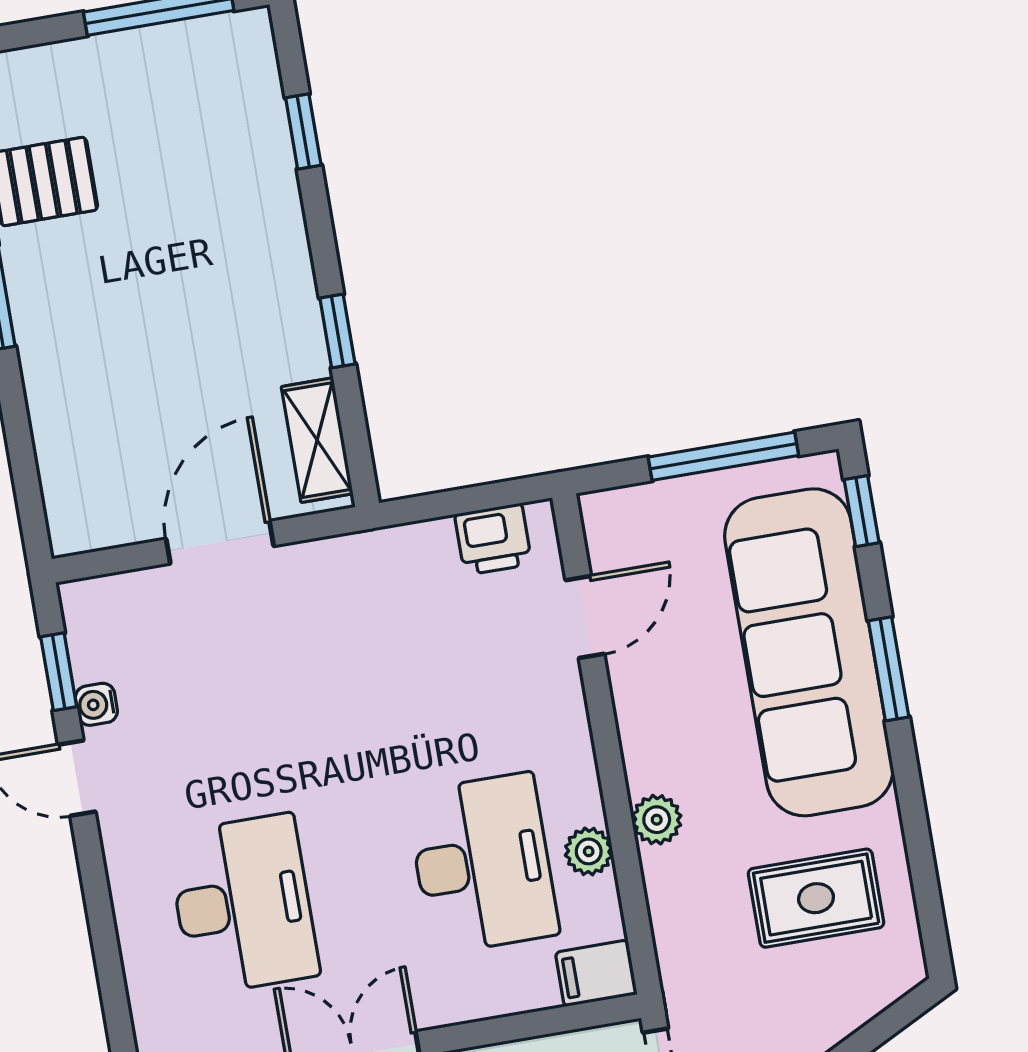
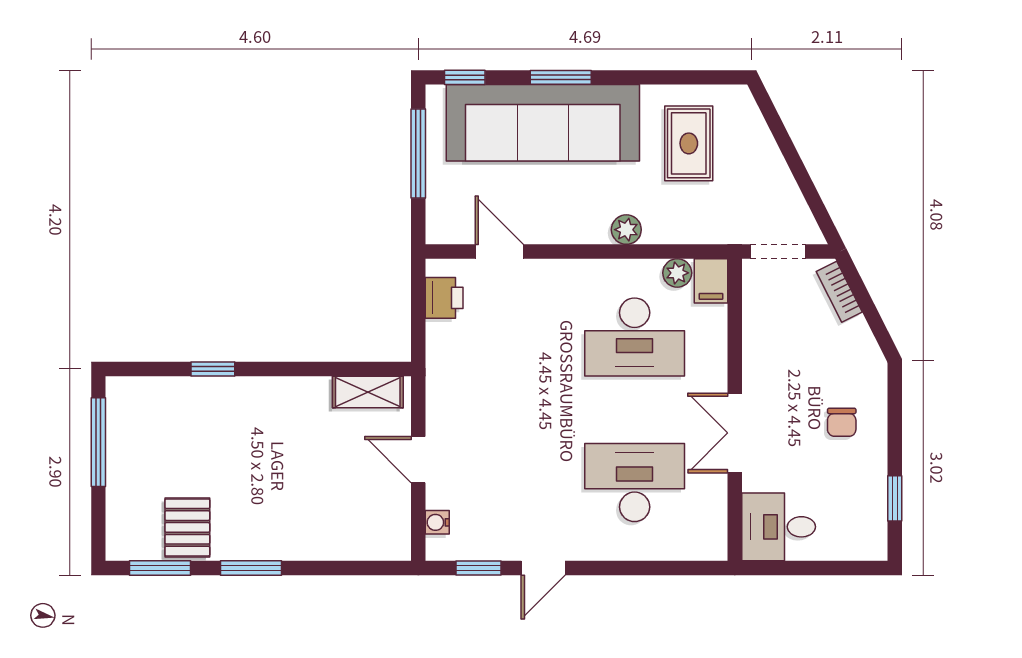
window: (303, 132) -> (213, 369), moved
window: (337, 331) -> (305, 369), removed
door: (220, 542) -> (418, 460), width x0.73
water cooler: (96, 704) -> (437, 522), moved, turned 90
plant: (589, 851) -> (677, 273), moved
desk: (482, 863) -> (635, 337), turned 180

